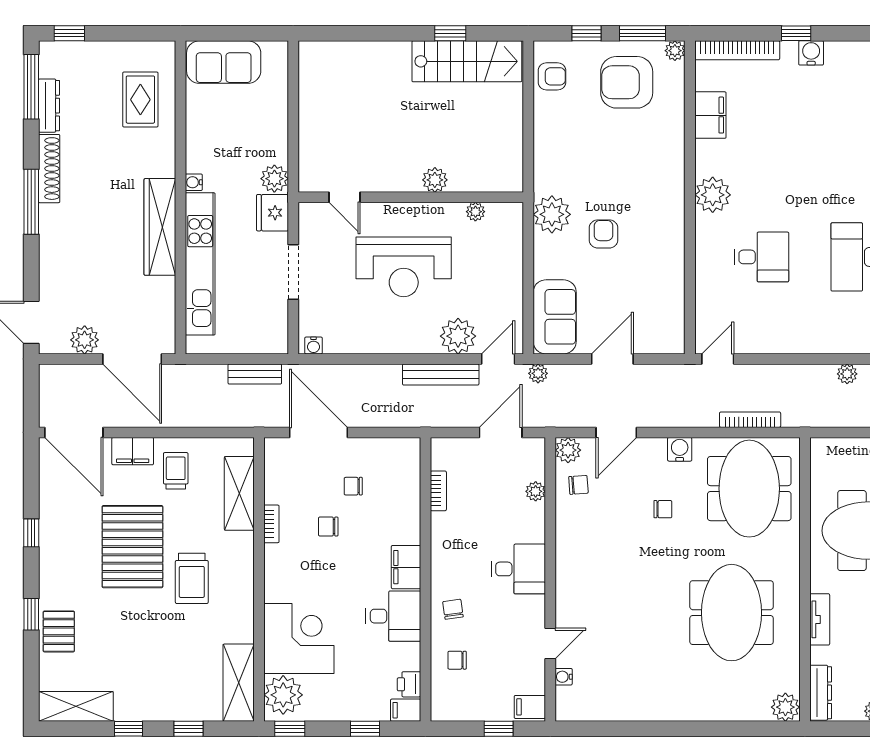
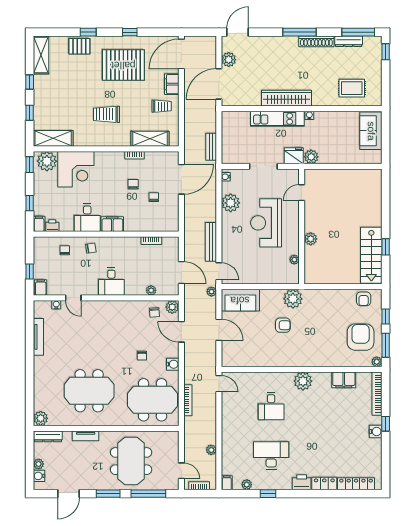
kitchen unit: (200, 264) -> (277, 119), width x0.73
plant: (458, 336) -> (231, 203), moved
pallet: (132, 547) -> (123, 65), moved
tv unit: (626, 712) -> (38, 337), added

